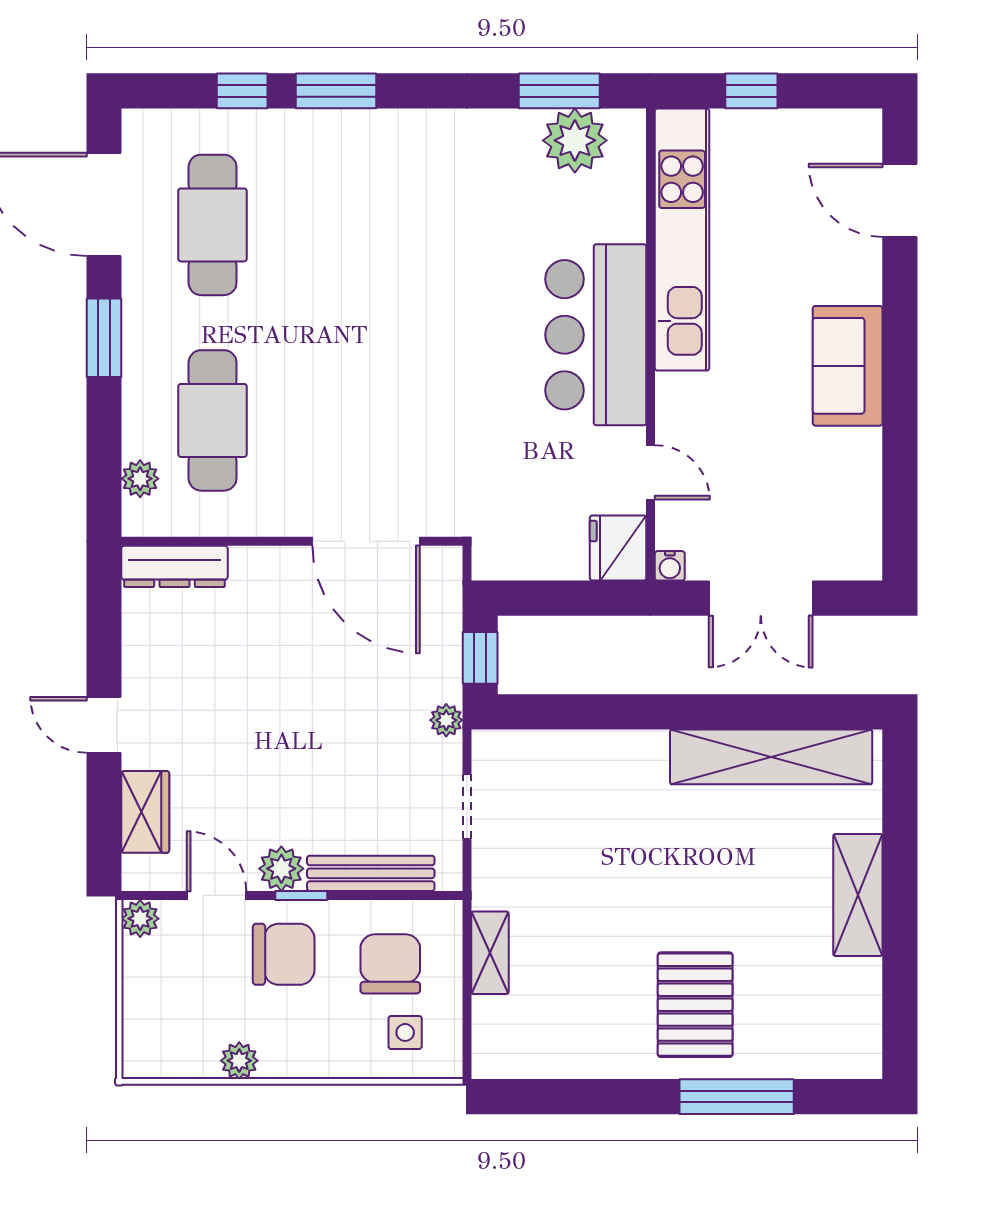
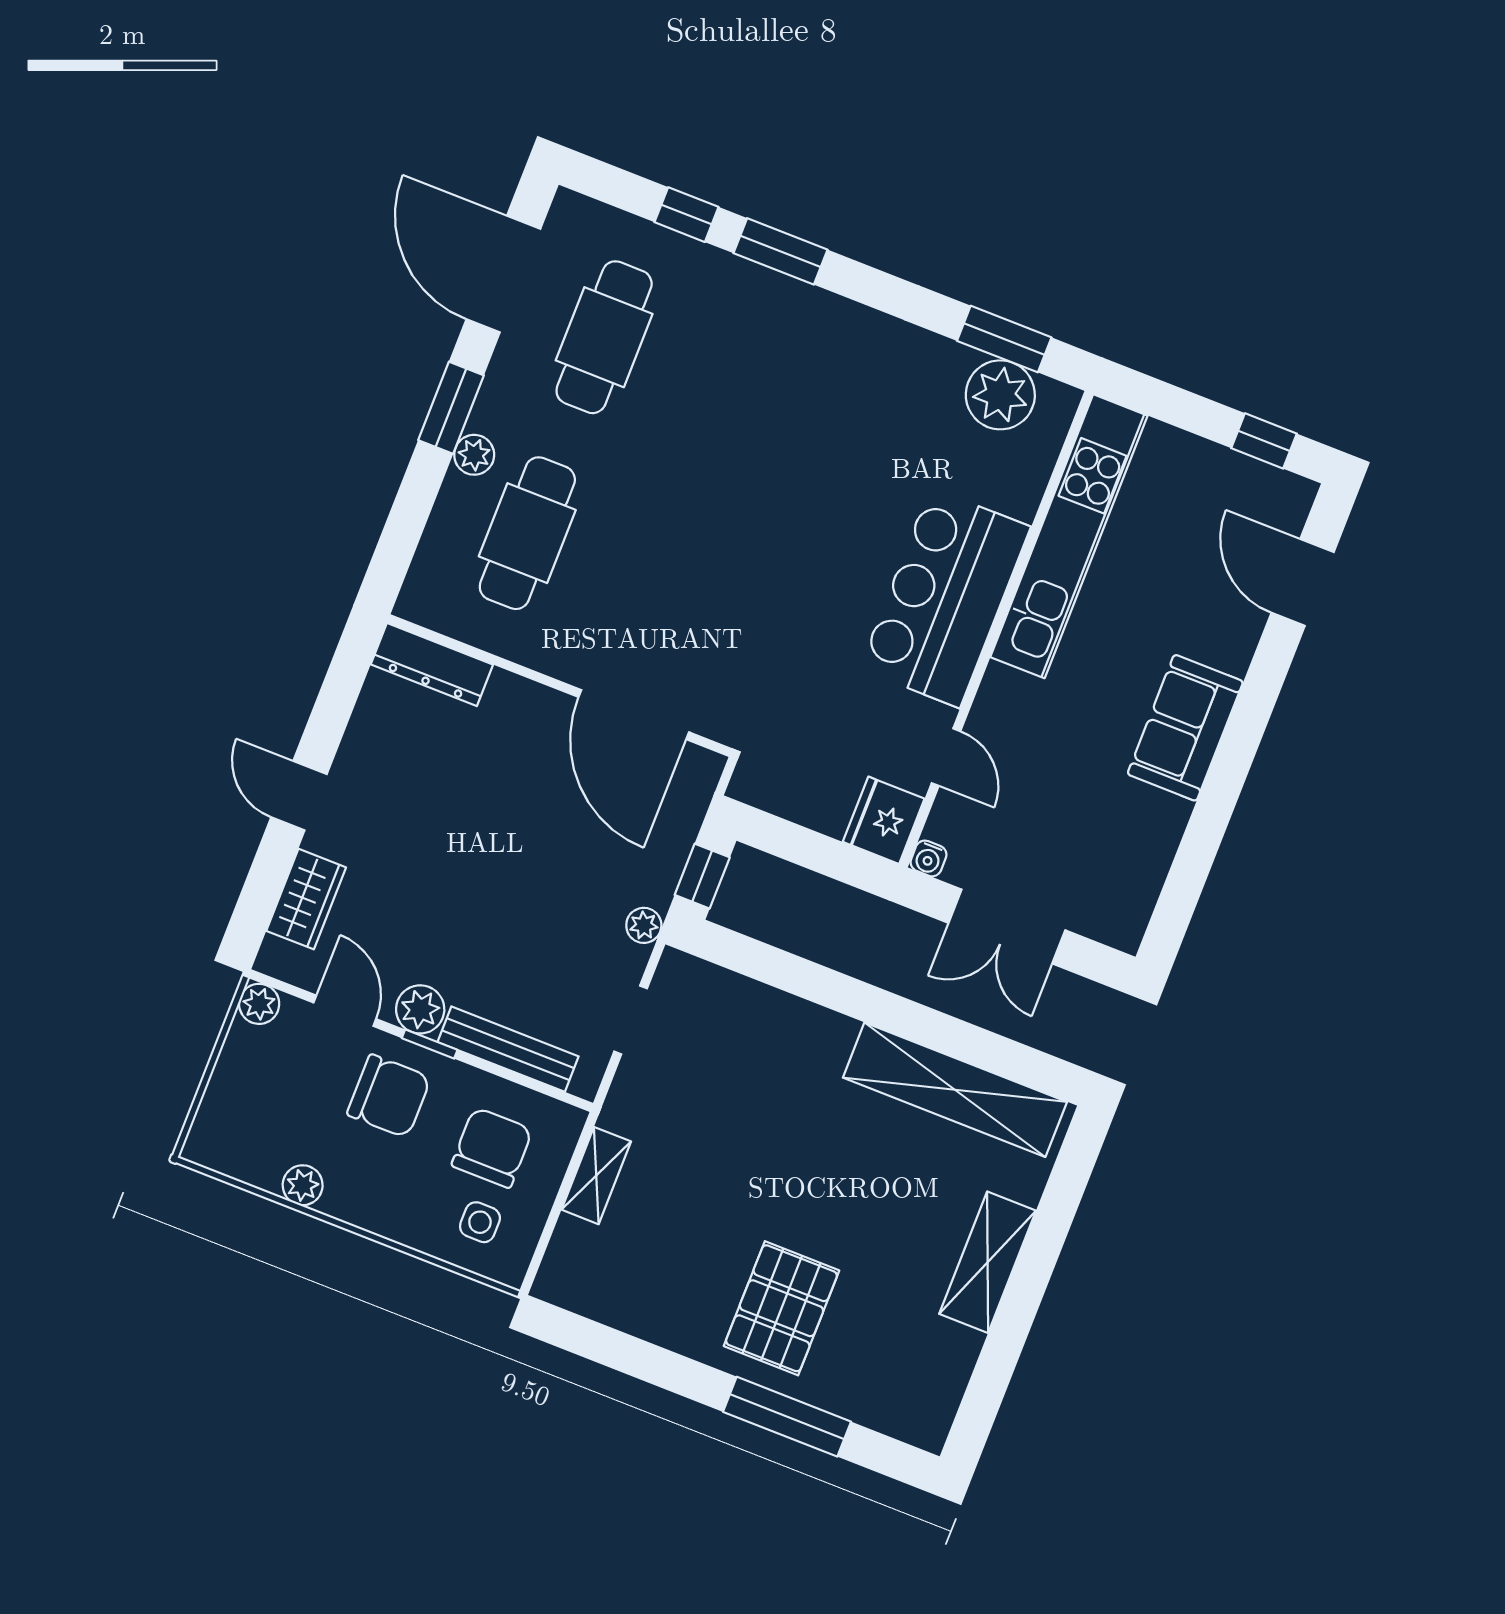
window: (751, 91) -> (1264, 441), moved
plant: (140, 479) -> (474, 455), moved

